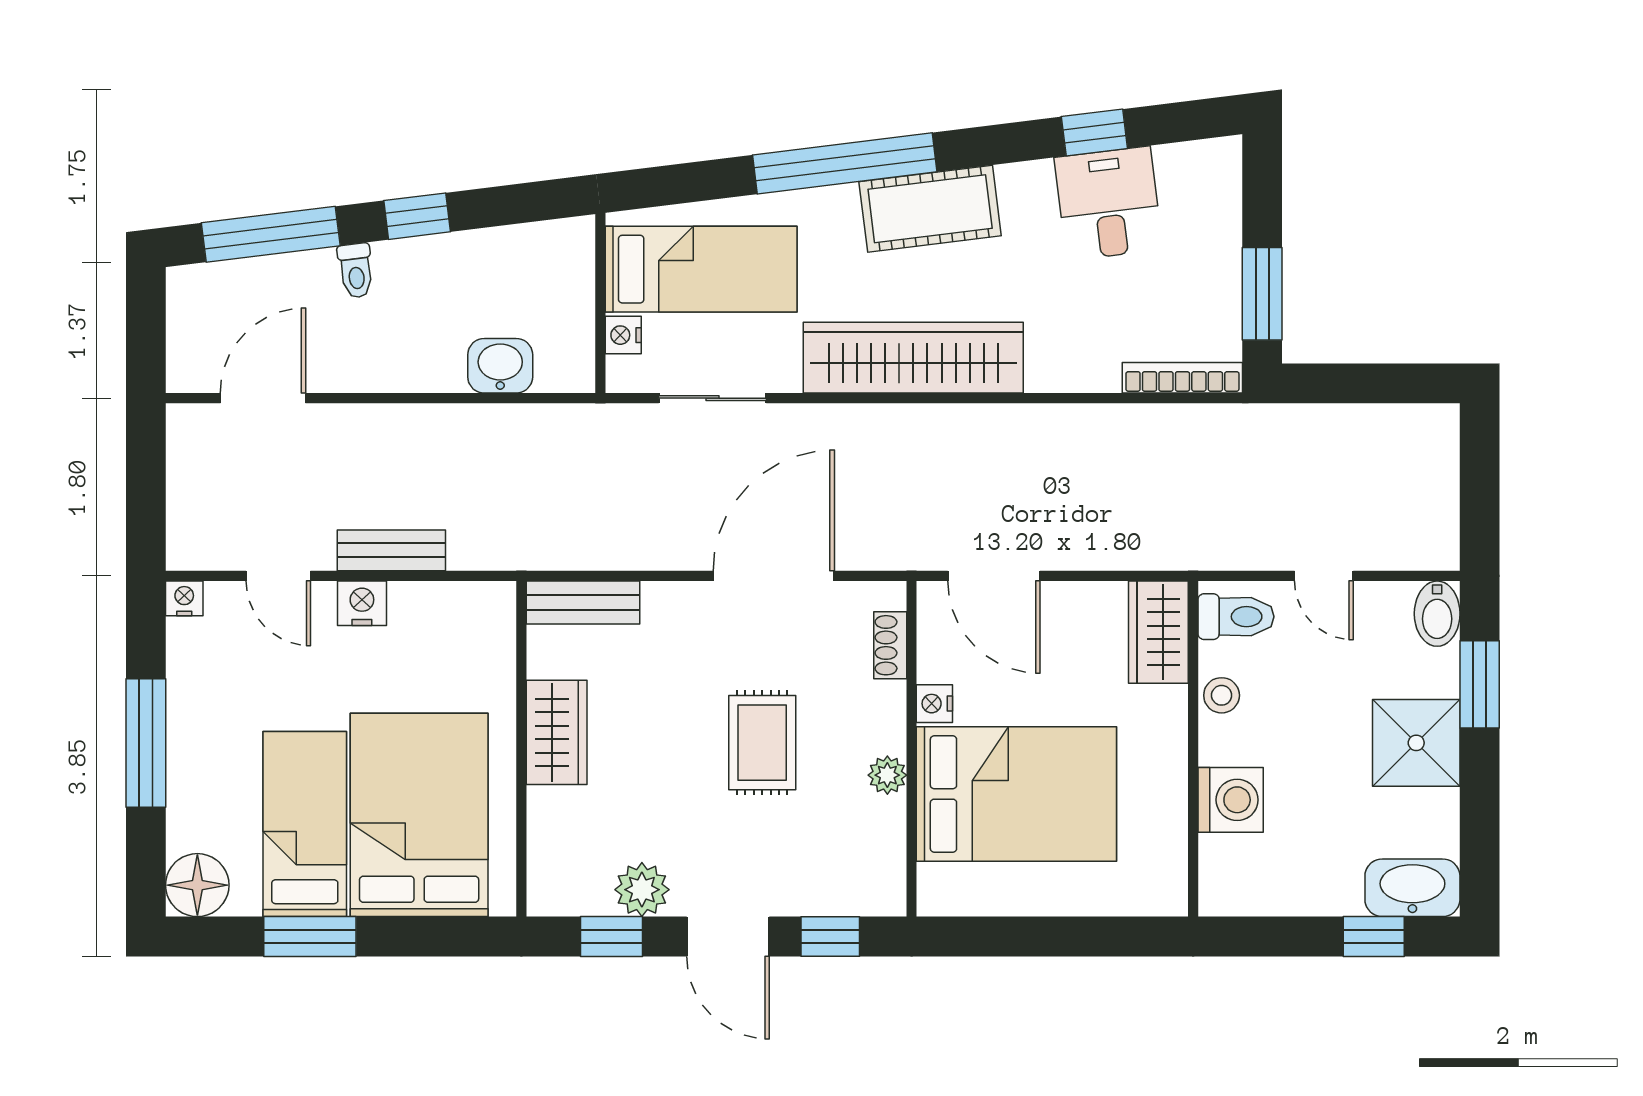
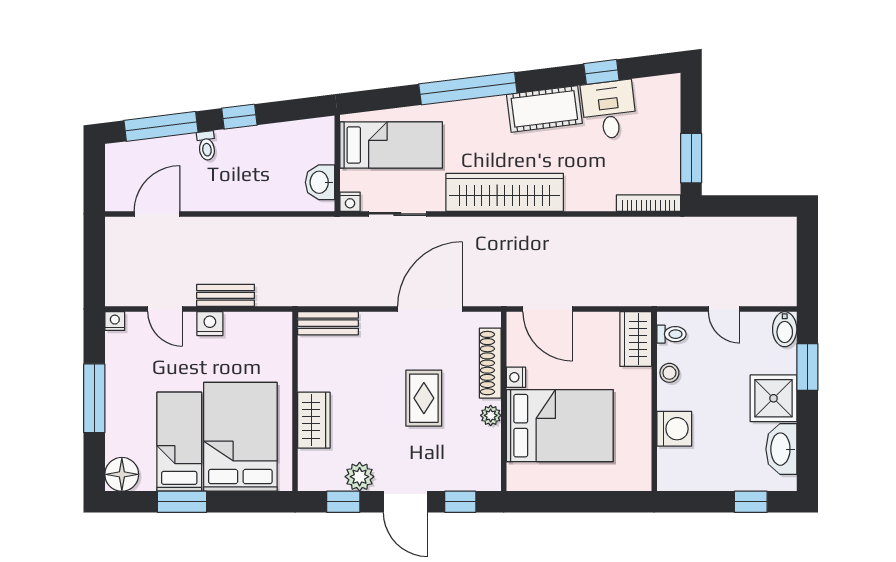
cot: (930, 209) -> (544, 109), moved
nightstand: (623, 335) -> (350, 202), moved, turned -90
washbasin: (500, 366) -> (320, 182), moved, turned -90
toilet: (1236, 617) -> (671, 334), width x0.73, depth x0.72
shoe rack: (890, 645) -> (490, 363), width x1.94, depth x1.24
wardrobe: (557, 732) -> (314, 420), moved
washbasin: (1412, 888) -> (781, 449), moved, turned -90

